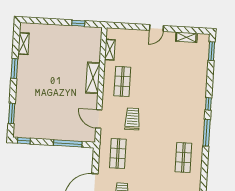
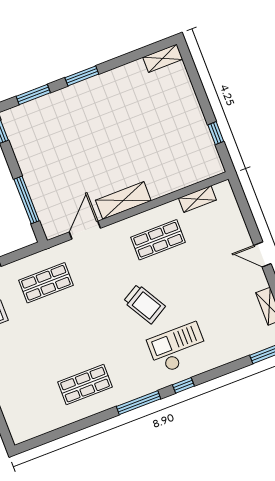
shelving: (24, 44) -> (163, 58), moved
window: (14, 68) -> (82, 76), moved
shelving: (93, 78) -> (123, 200), moved
checkout: (186, 98) -> (178, 348), added
trolley: (132, 119) -> (144, 304), moved, turned 60

